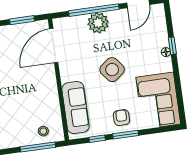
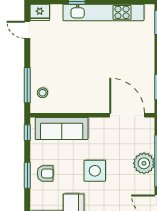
side table: (112, 70) -> (95, 171), turned 38
window: (97, 139) -> (27, 133), moved

